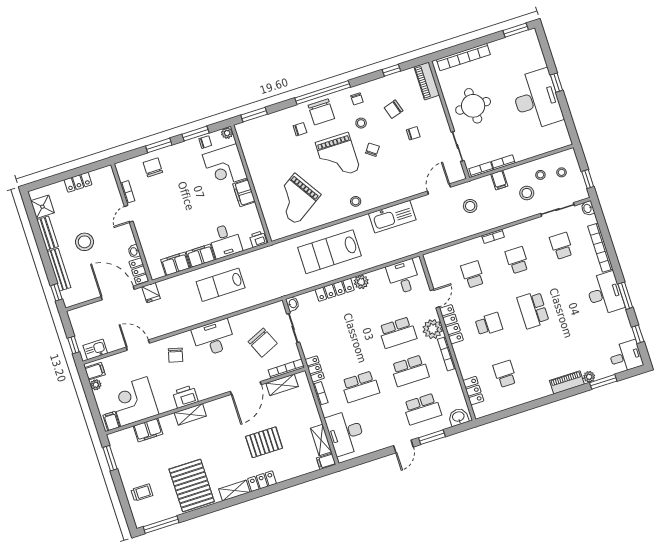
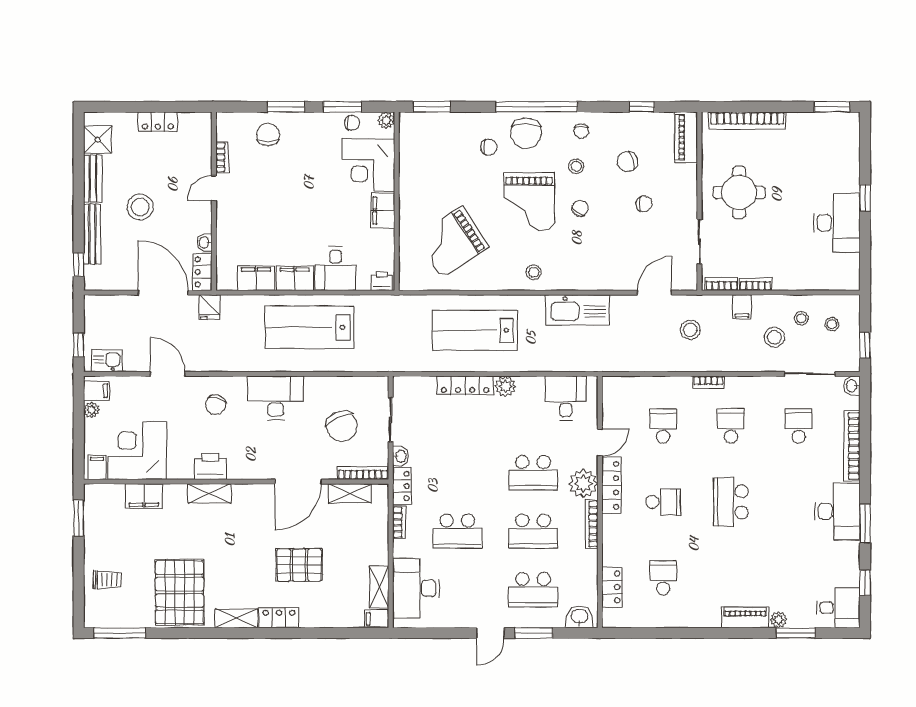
desk: (537, 99) -> (837, 223), width x0.73, depth x0.77
lab bench: (221, 285) -> (309, 327), width x1.36, depth x1.39
washbasin: (293, 304) -> (401, 456), moved

